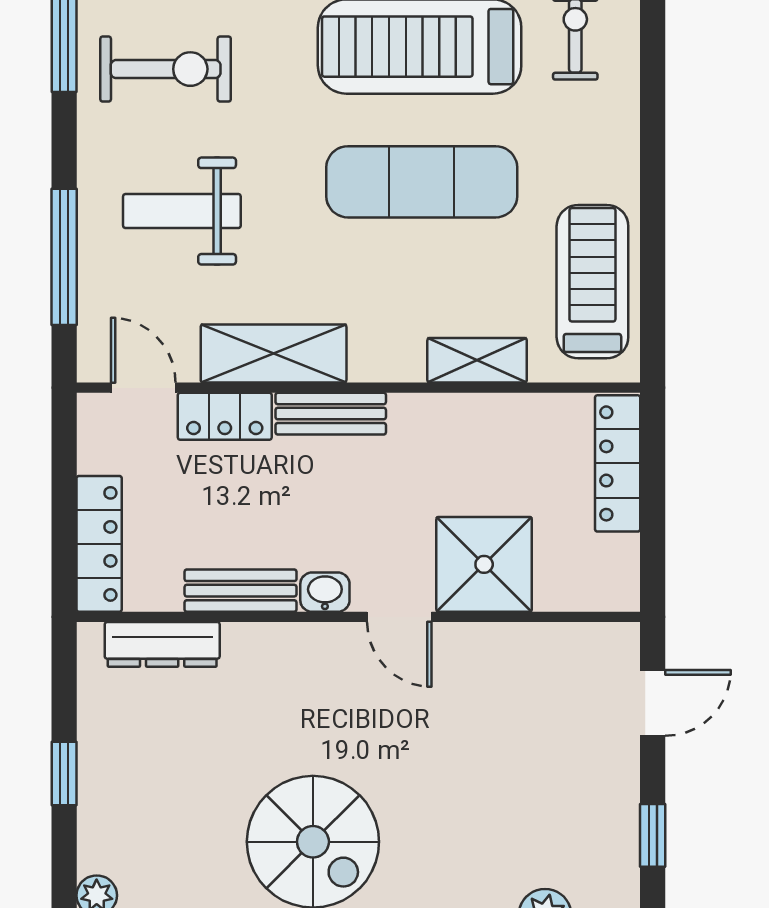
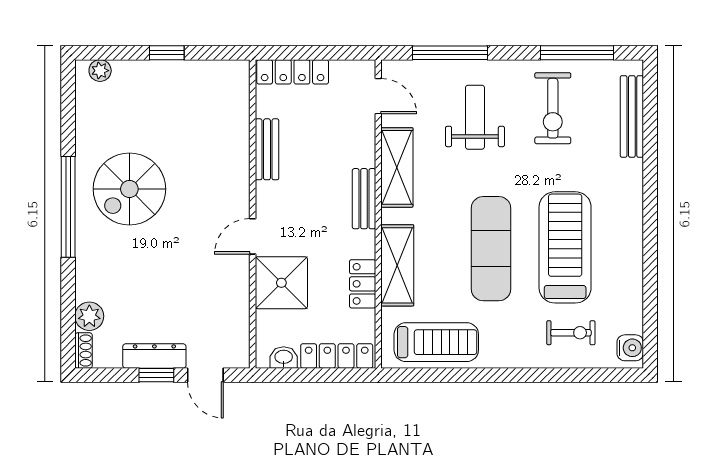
shelving: (477, 360) -> (397, 265), width x1.50, depth x1.33
door: (143, 388) -> (378, 96), hinge flipped
locker: (225, 416) -> (363, 284), moved
washbasin: (325, 592) -> (284, 357), moved, turned -90
dresser: (162, 644) -> (154, 356), moved, turned 90
window: (653, 835) -> (156, 375), moved

